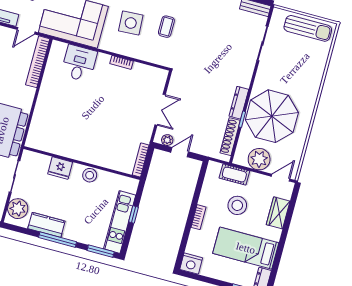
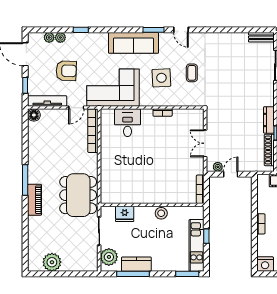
double door: (160, 110) -> (205, 143), swing flipped
fridge: (60, 168) -> (125, 214), moved
window: (58, 240) -> (133, 274), moved

